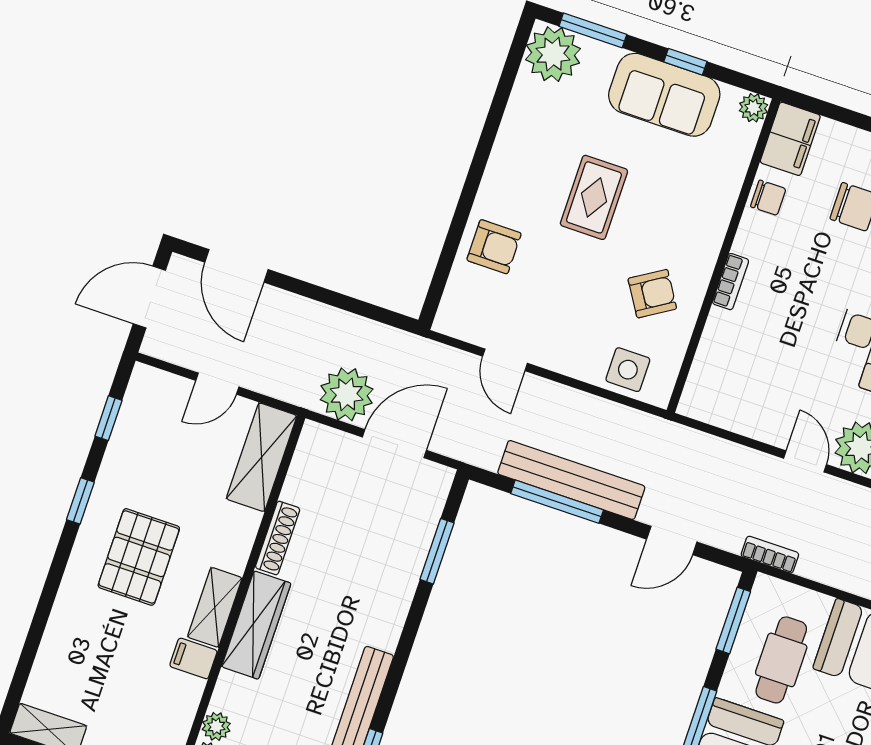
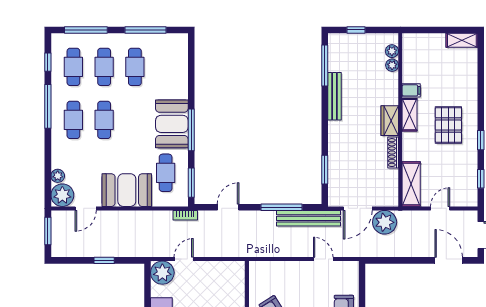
side table: (628, 370) -> (271, 272), removed
door: (805, 461) -> (184, 259), swing flipped
bench: (571, 480) -> (308, 218), moved
wardrobe: (256, 625) -> (390, 121), width x0.67

